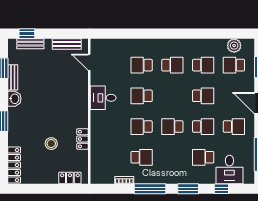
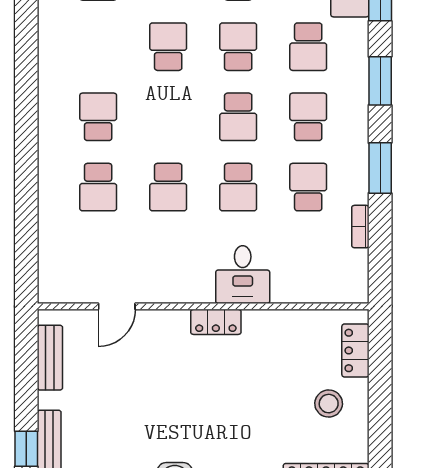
door: (89, 62) -> (117, 306), moved
school desk: (203, 65) -> (308, 117), moved
desk: (103, 98) -> (243, 275), moved
locker: (82, 139) -> (216, 322), moved
stool: (51, 144) -> (329, 404), moved
window: (150, 189) -> (380, 168), width x0.69

